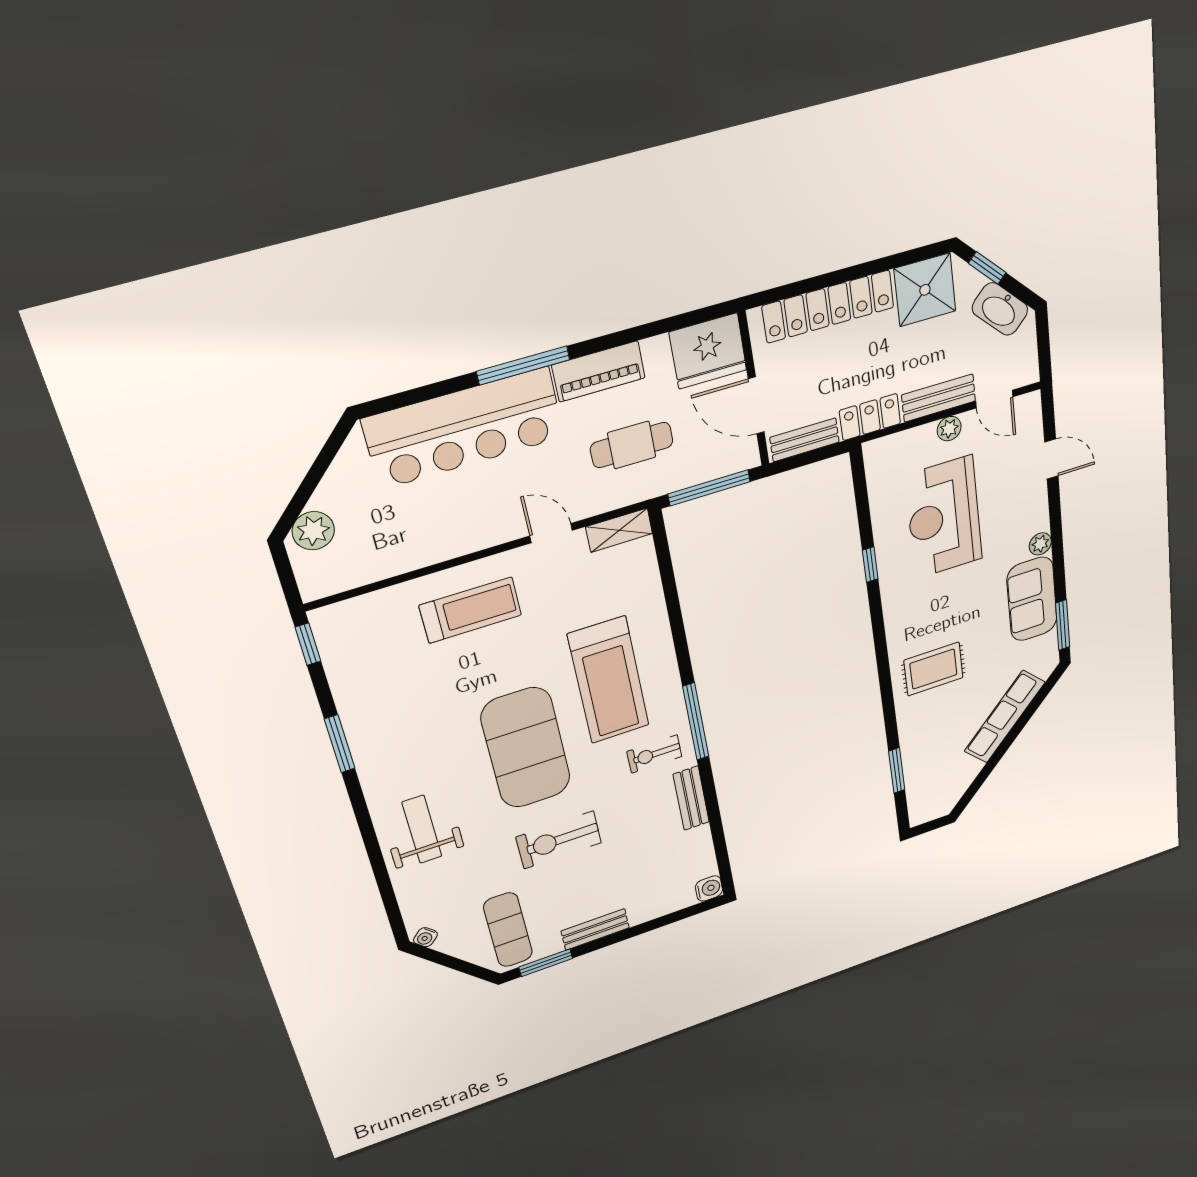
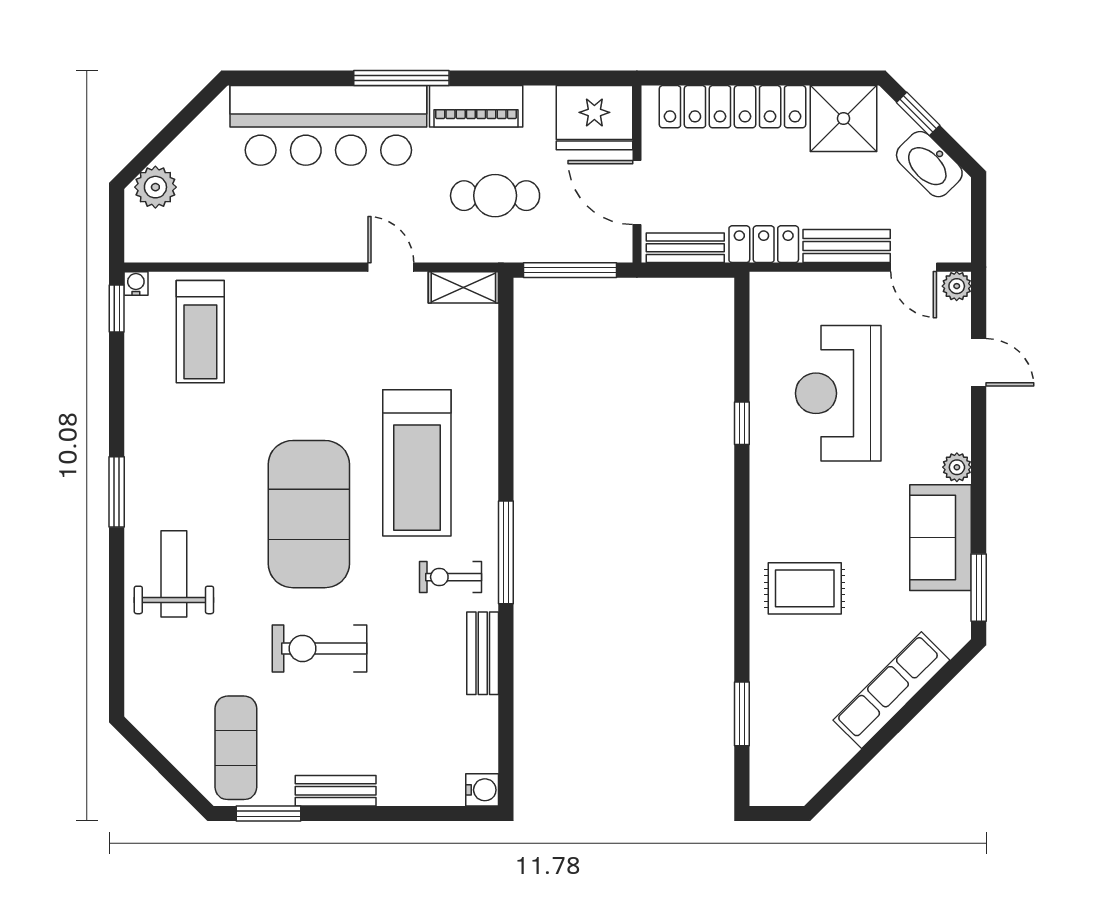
plant: (949, 429) -> (957, 286), moved
treadmill: (470, 610) -> (200, 332), moved, turned 90
window: (340, 744) -> (117, 492), moved
water cooler: (425, 937) -> (136, 283), moved, turned 135

